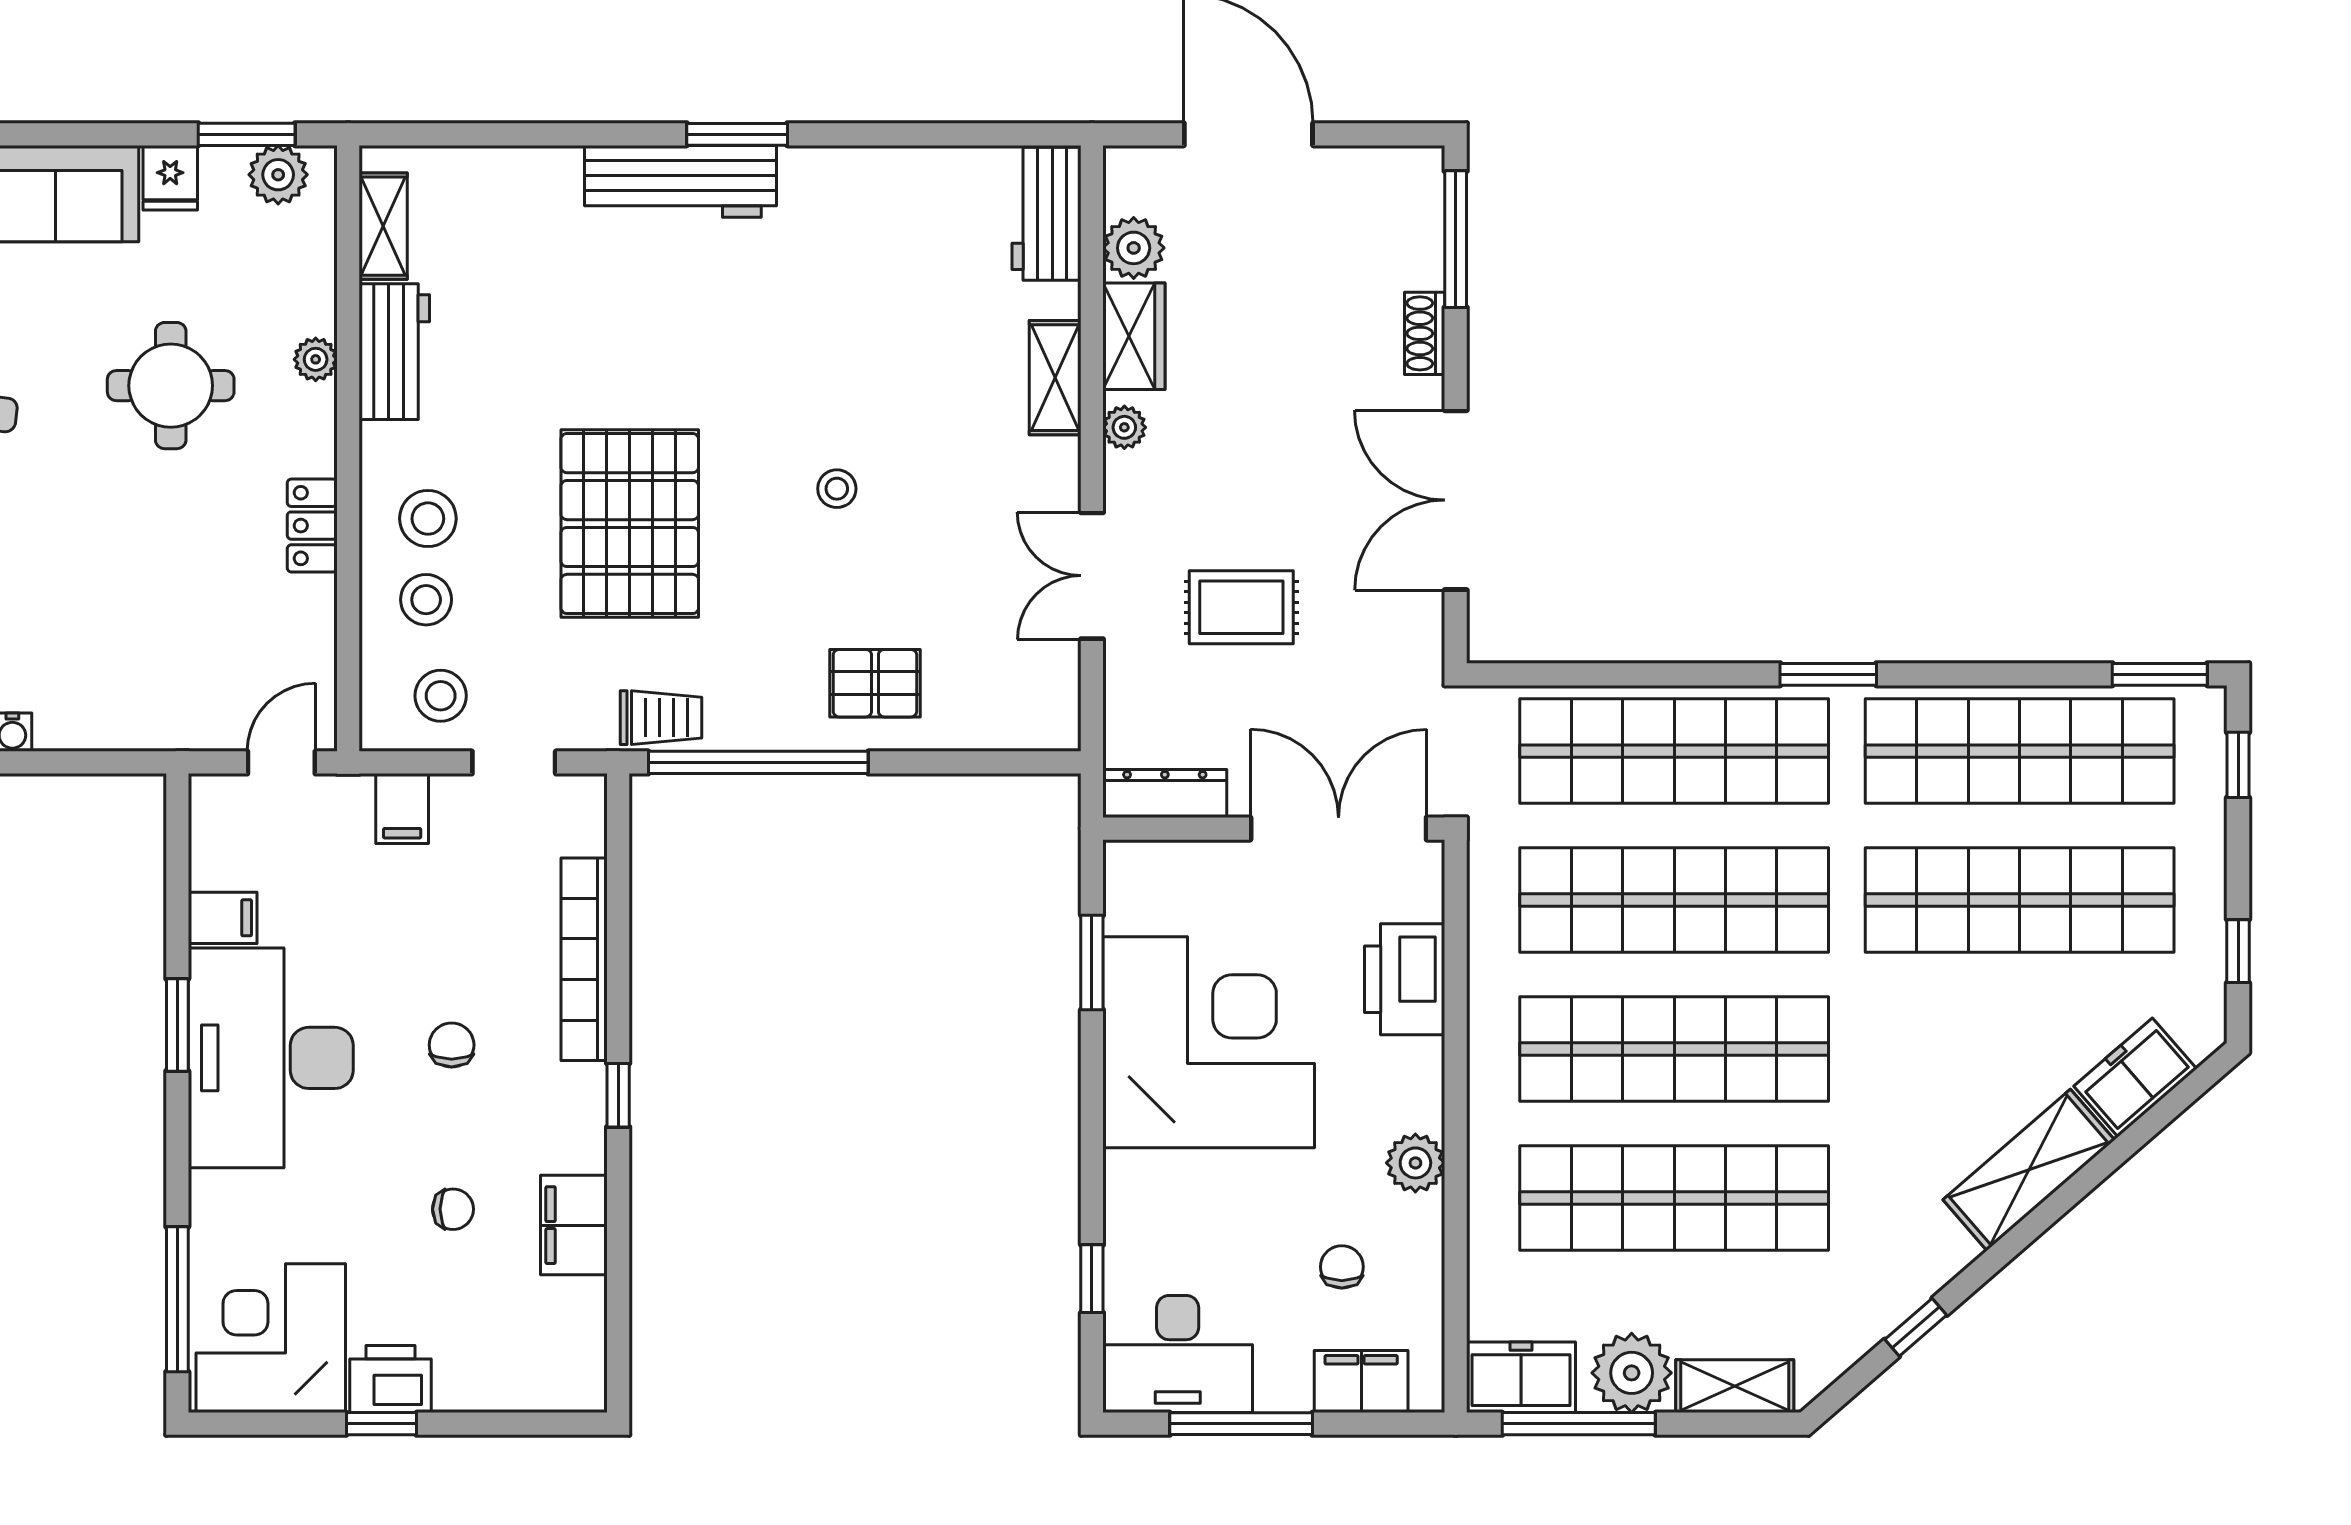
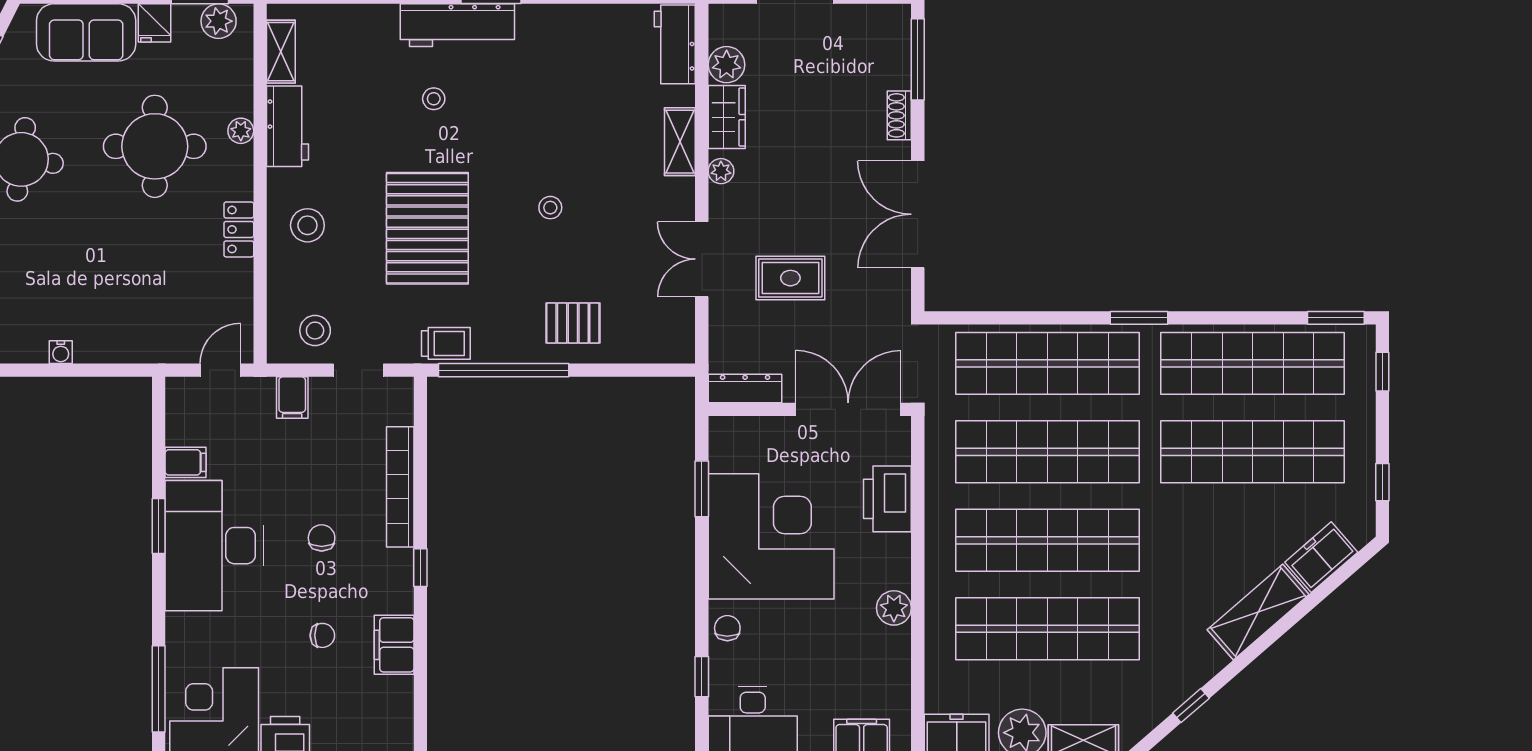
round table: (171, 386) -> (155, 146), width x1.36, depth x1.36
stool: (426, 600) -> (434, 99), moved, width x0.73, depth x0.73
chair: (1342, 1267) -> (727, 628), moved

